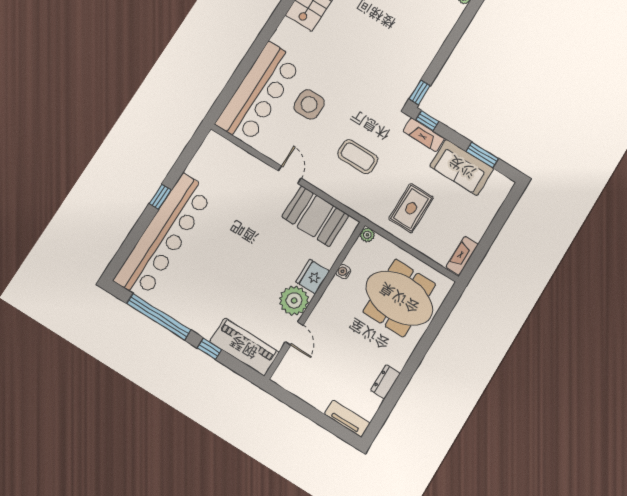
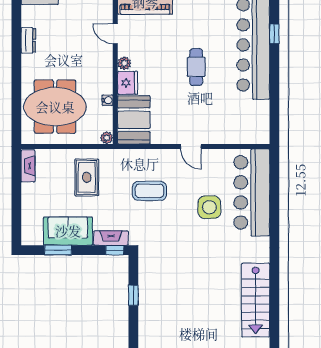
window: (420, 92) -> (133, 295), moved
window: (160, 197) -> (274, 34), moved
booth: (315, 216) -> (134, 120), moved, turned 90
cafe table: (235, 250) -> (196, 67), added
plant: (294, 301) -> (124, 63), width x0.53, depth x0.53

